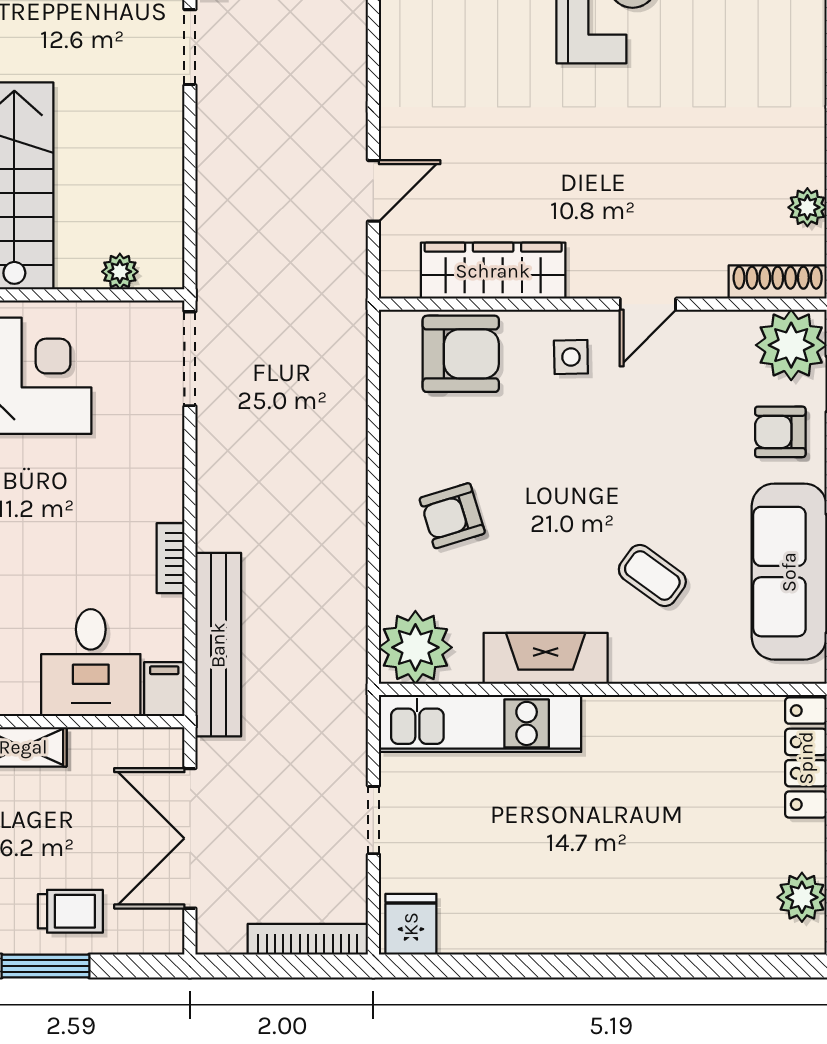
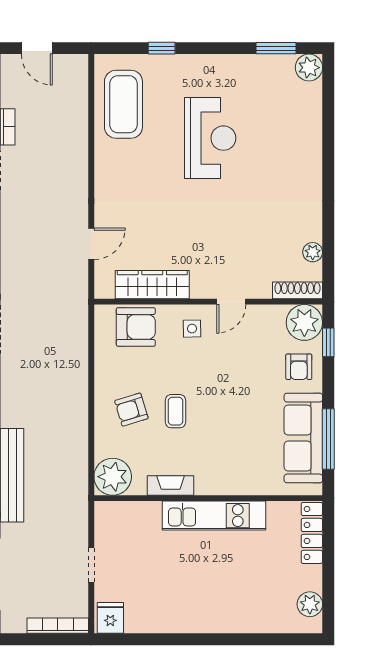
armchair: (780, 432) -> (299, 367), turned -90
coffee table: (652, 576) -> (176, 411), moved, turned 54
fireplace: (546, 658) -> (171, 486), width x0.73, depth x0.76
kitchen unit: (480, 723) -> (214, 516), moved

